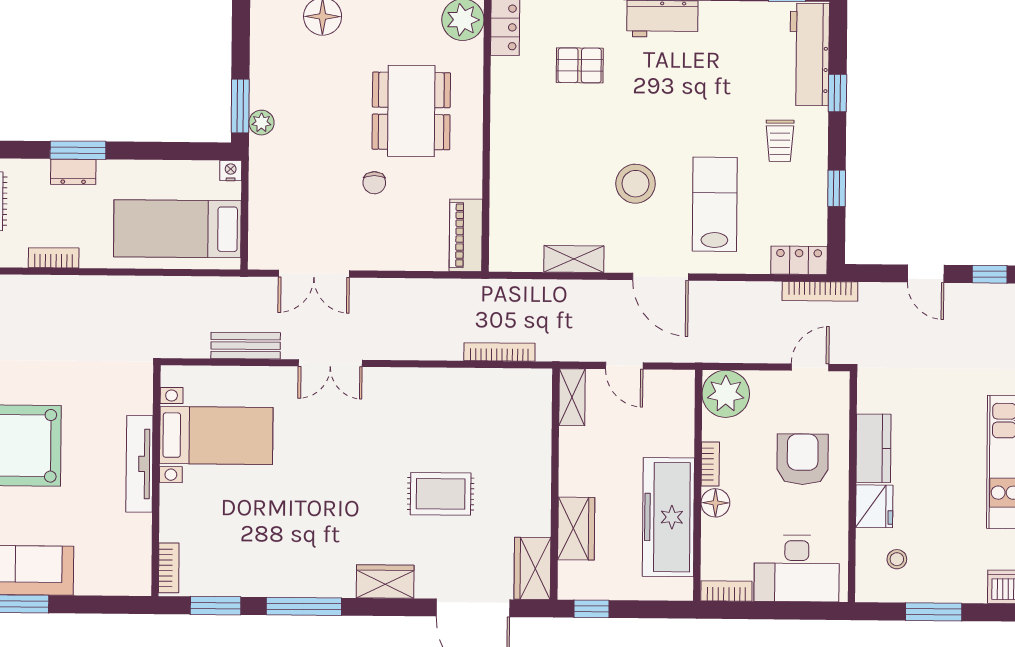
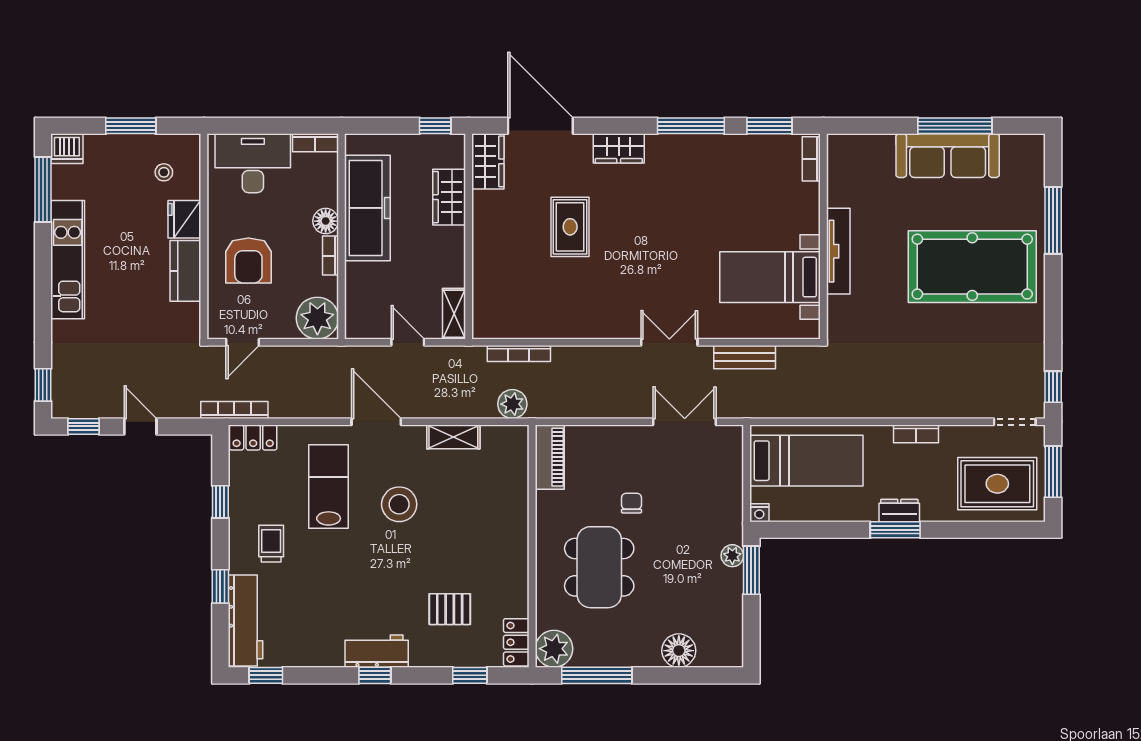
lab bench: (715, 204) -> (329, 487), turned 180
plant: (507, 295) -> (512, 404), added
rug: (441, 494) -> (570, 227), turned 90

